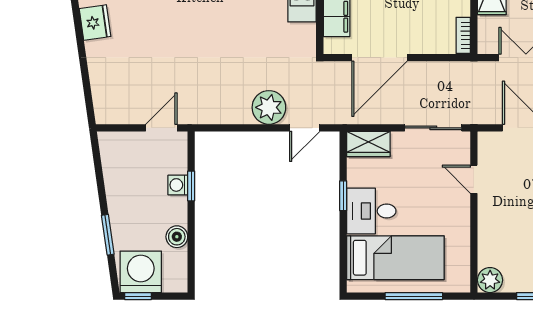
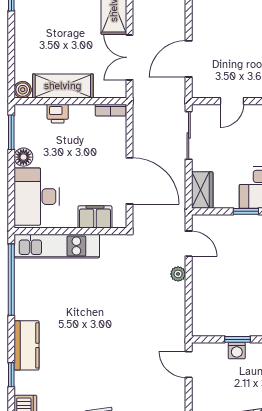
plant: (269, 107) -> (178, 274), width x0.53, depth x0.53

